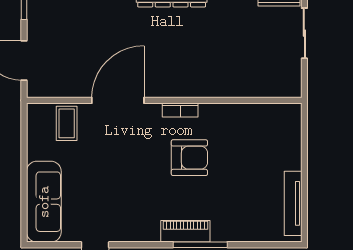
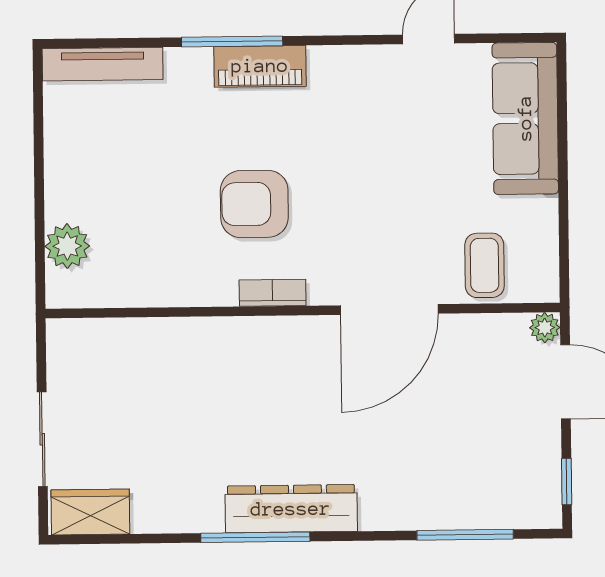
plant: (35, 90) -> (545, 328), added
plant: (290, 136) -> (67, 246), added
tv unit: (293, 203) -> (103, 64), moved, turned 90

